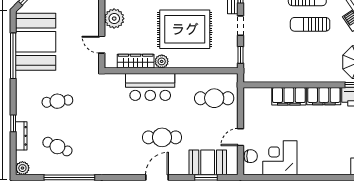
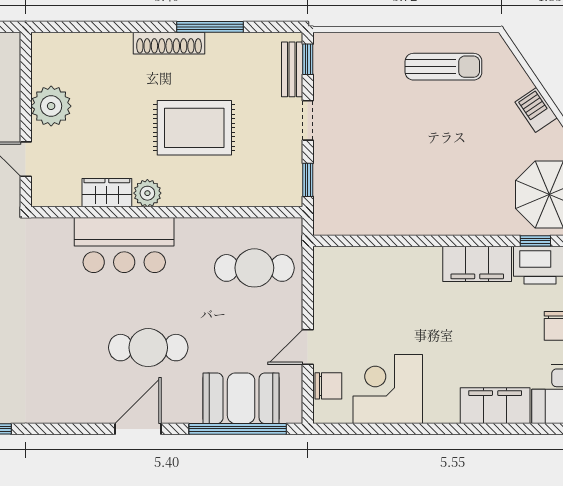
sun lounger: (310, 24) -> (449, 118), removed
rug: (185, 29) -> (194, 128), width x0.73, depth x0.69
wardrobe: (136, 61) -> (107, 193), width x0.67
filing cabinet: (289, 96) -> (495, 406), moved, turned 180
window: (206, 177) -> (238, 429), width x2.11

